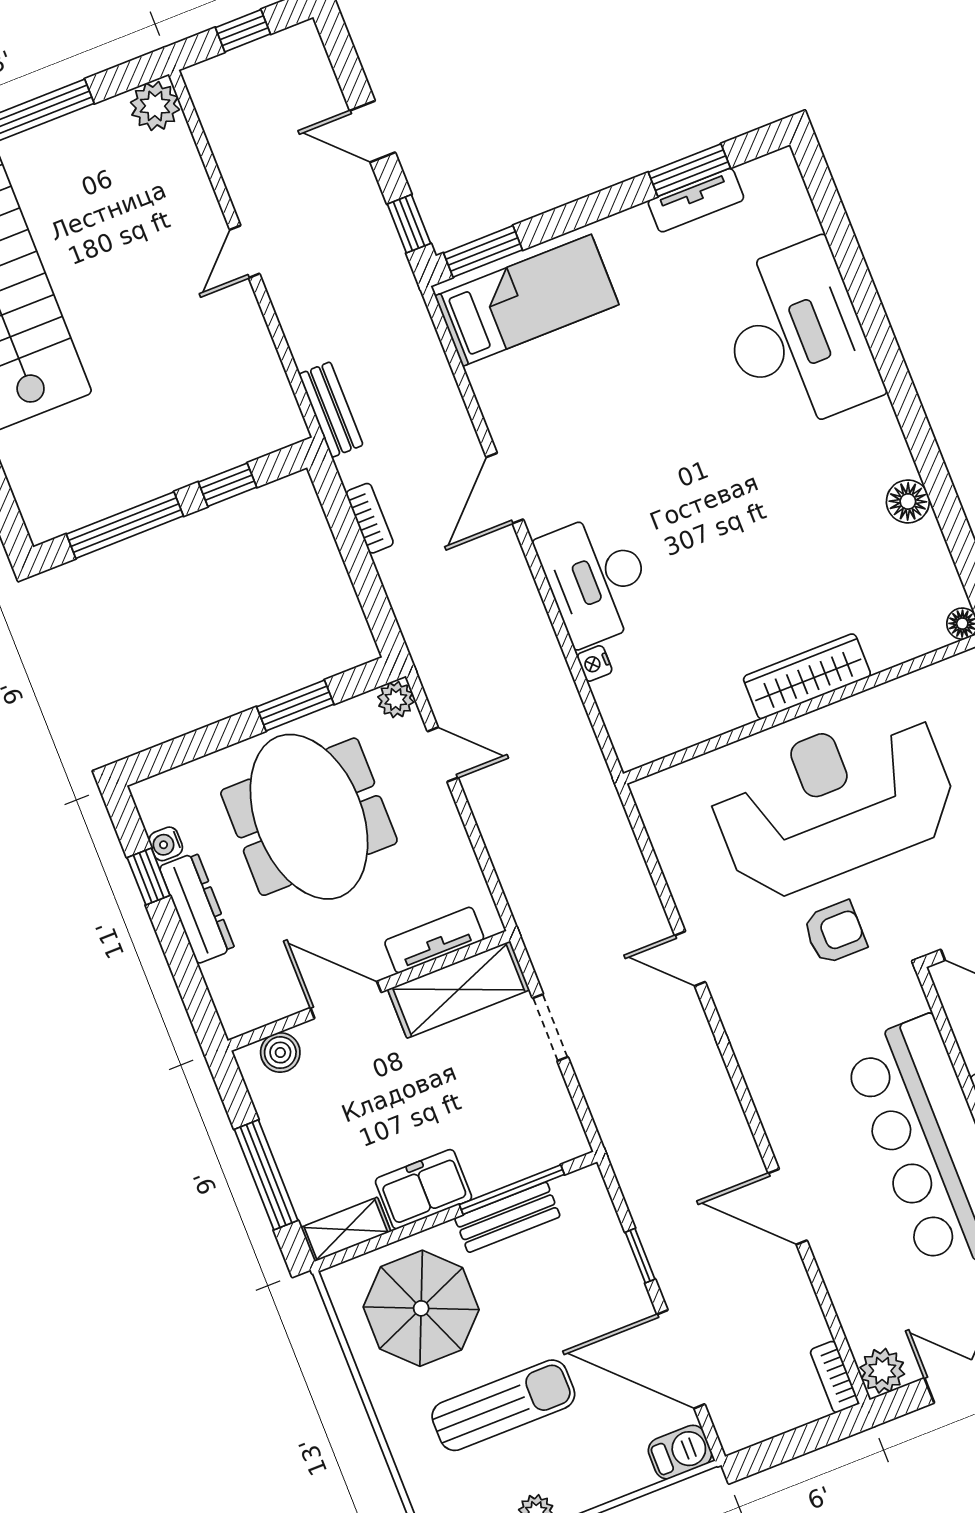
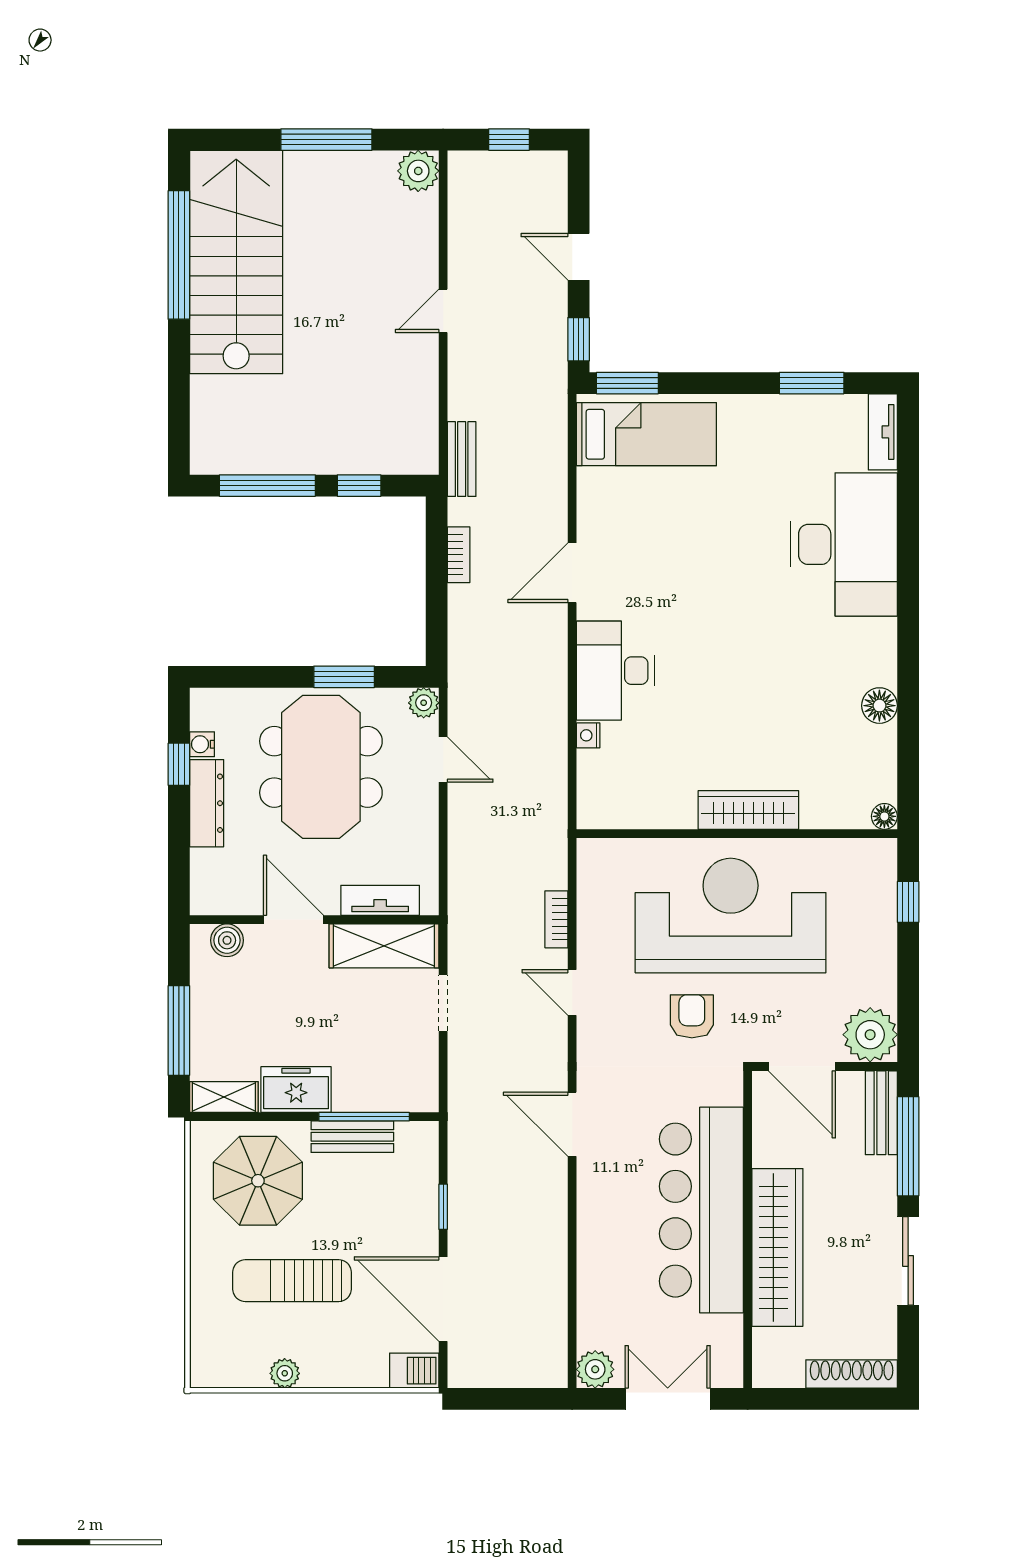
tv unit: (696, 200) -> (883, 432), moved, turned 90
armchair: (835, 933) -> (692, 1016), turned -90
door: (788, 1207) -> (572, 1124), moved
bookcase: (834, 1377) -> (556, 919), moved
sun lounger: (503, 1405) -> (292, 1281), turned 180

